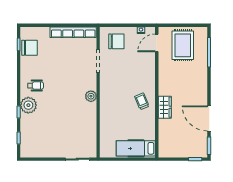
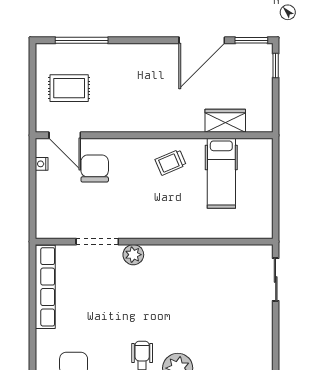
chair: (116, 41) -> (95, 169), moved
rug: (183, 45) -> (69, 88), width x0.73, depth x0.70
plant: (91, 96) -> (133, 255), moved
wardrobe: (165, 107) -> (225, 121), moved
hospital bed: (136, 148) -> (221, 173), moved

